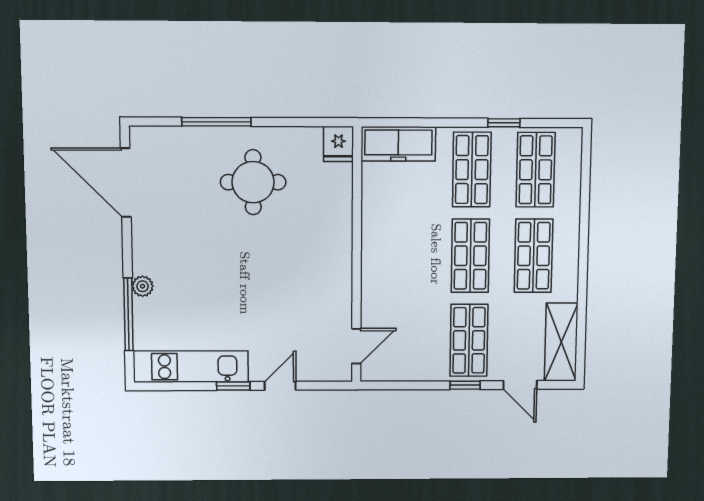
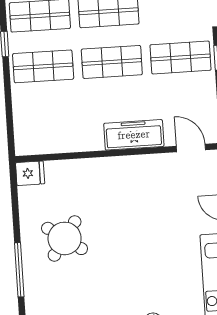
freezer: (398, 144) -> (134, 135), moved, turned -90
round table: (253, 182) -> (65, 238), turned 35

